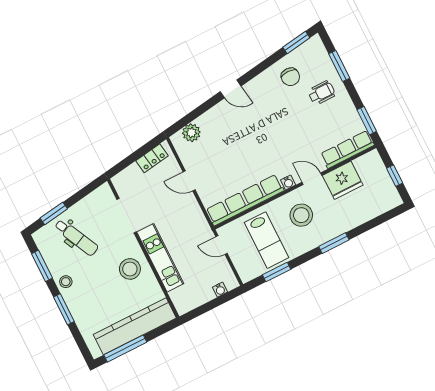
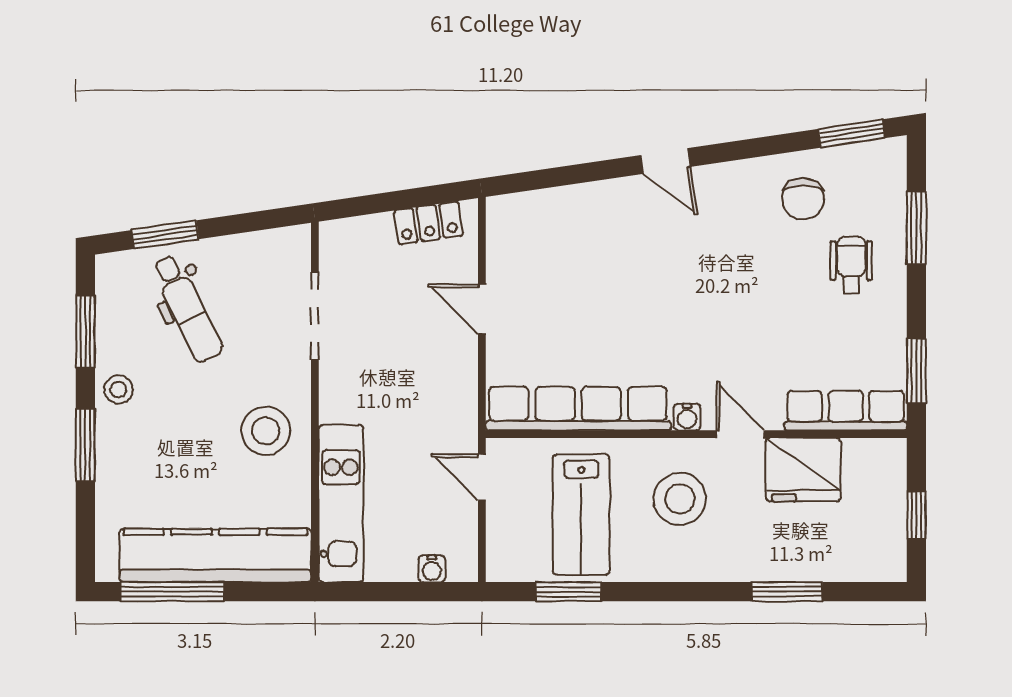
wheelchair: (322, 93) -> (851, 265), turned -90
plant: (191, 133) -> (538, 211), removed
window: (334, 243) -> (787, 592), moved
kitchen unit: (160, 258) -> (341, 503), moved

